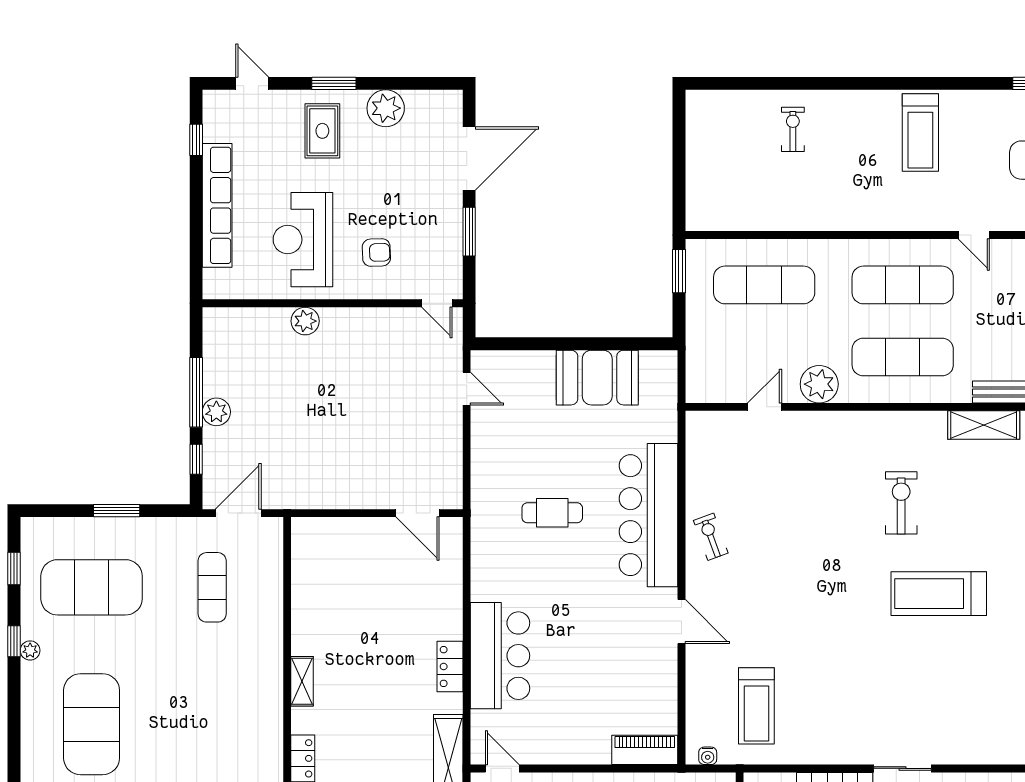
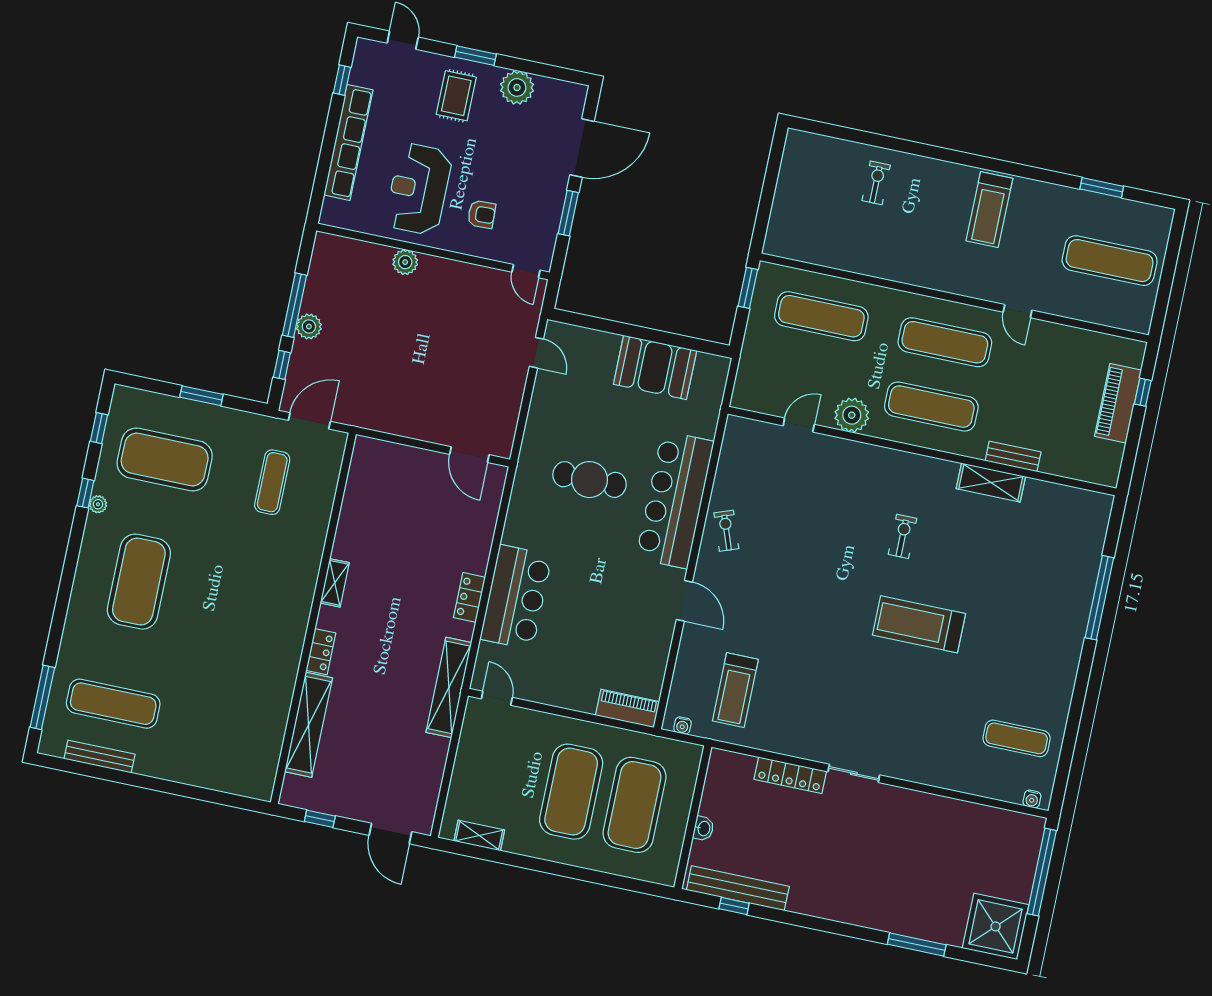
exercise bike: (901, 503) -> (903, 536), width x0.73, depth x0.72
cafe table: (552, 513) -> (590, 480), width x1.37, depth x1.35

